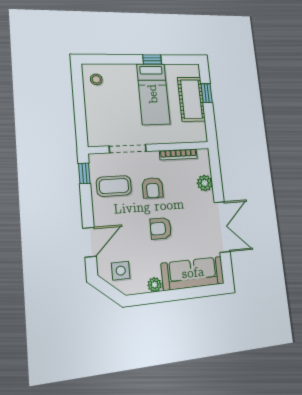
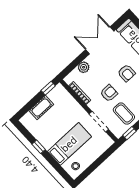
window: (207, 93) -> (48, 88), moved
bed: (153, 94) -> (69, 144), moved
cot: (191, 99) -> (41, 107), width x0.73, depth x0.75

